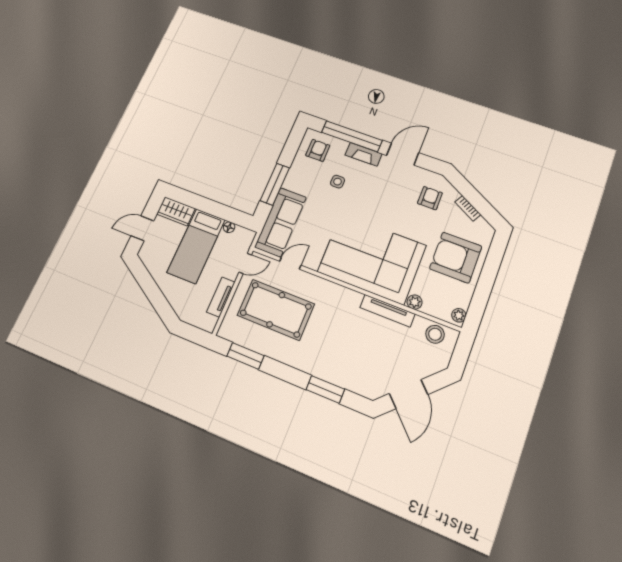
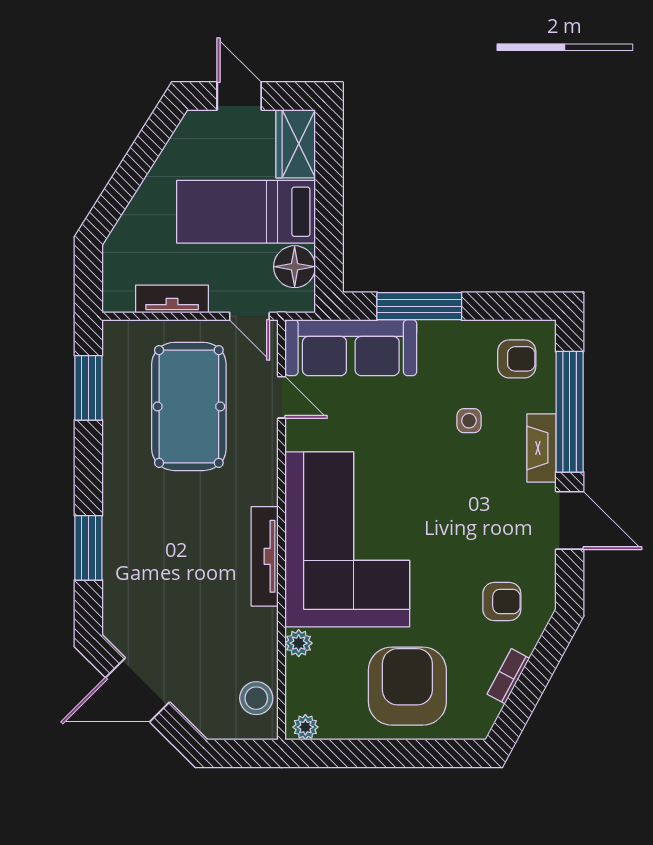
floor lamp: (229, 227) -> (295, 267), width x1.89, depth x1.89
tv unit: (387, 311) -> (265, 556), moved

